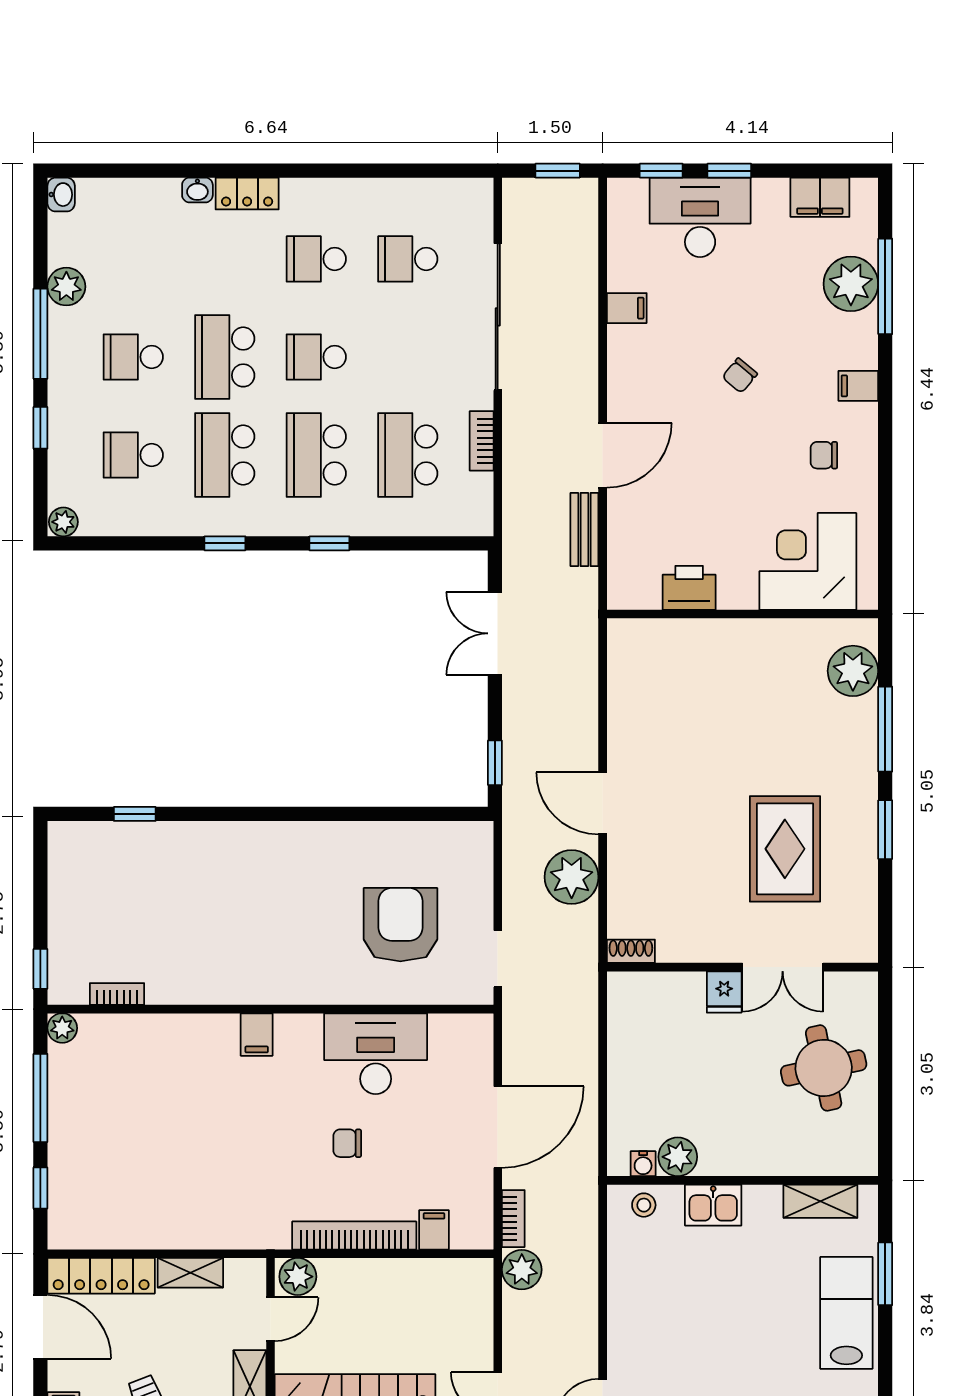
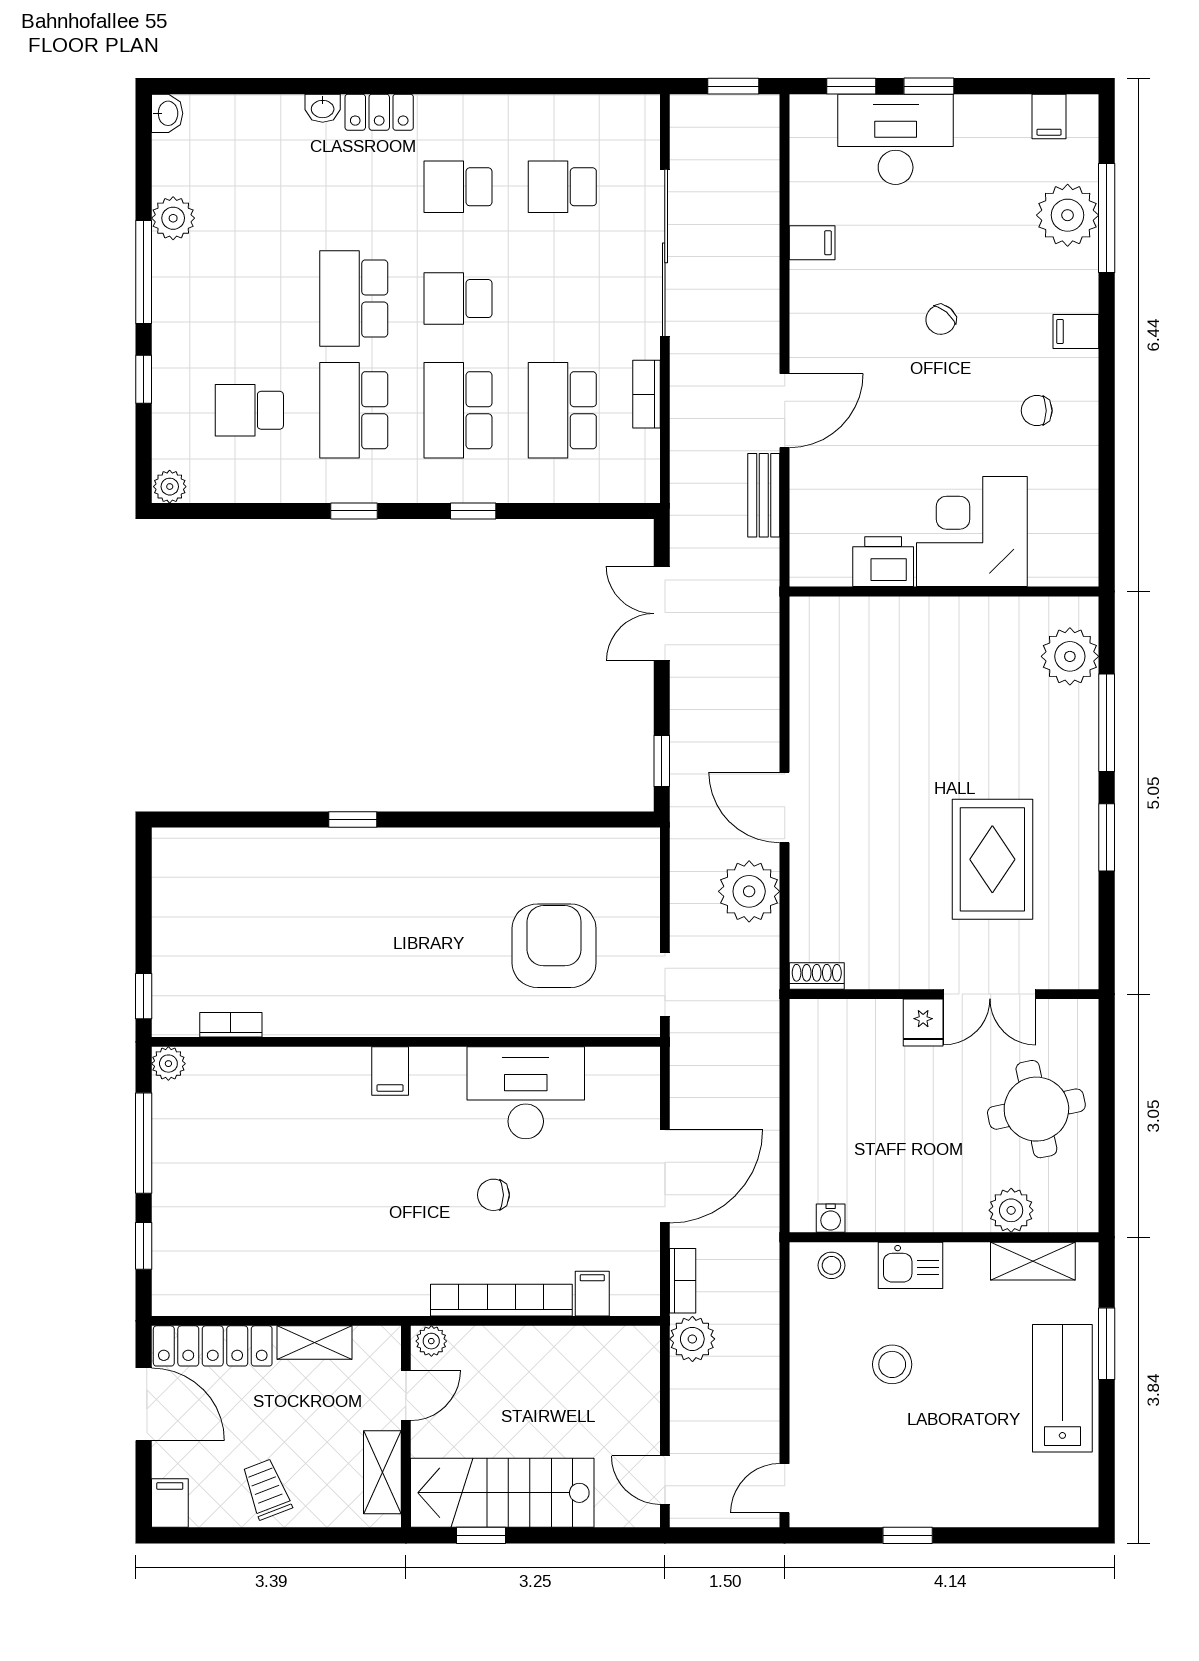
filing cabinet: (820, 197) -> (1049, 116), width x0.50
school desk: (133, 357) -> (249, 299), removed
corner desk: (808, 561) -> (972, 531), moved
window: (135, 814) -> (353, 819), moved
plant: (678, 1157) -> (1011, 1210), moved
plant: (298, 1277) -> (431, 1341), width x0.73, depth x0.73
stool: (697, 1292) -> (892, 1364), added

